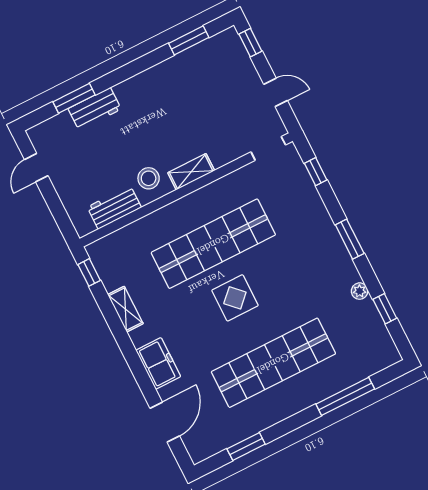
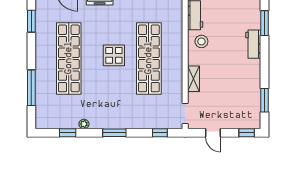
door: (276, 92) -> (213, 133), hinge flipped
workbench: (95, 109) -> (253, 44), moved
shelving: (191, 172) -> (193, 79), moved

